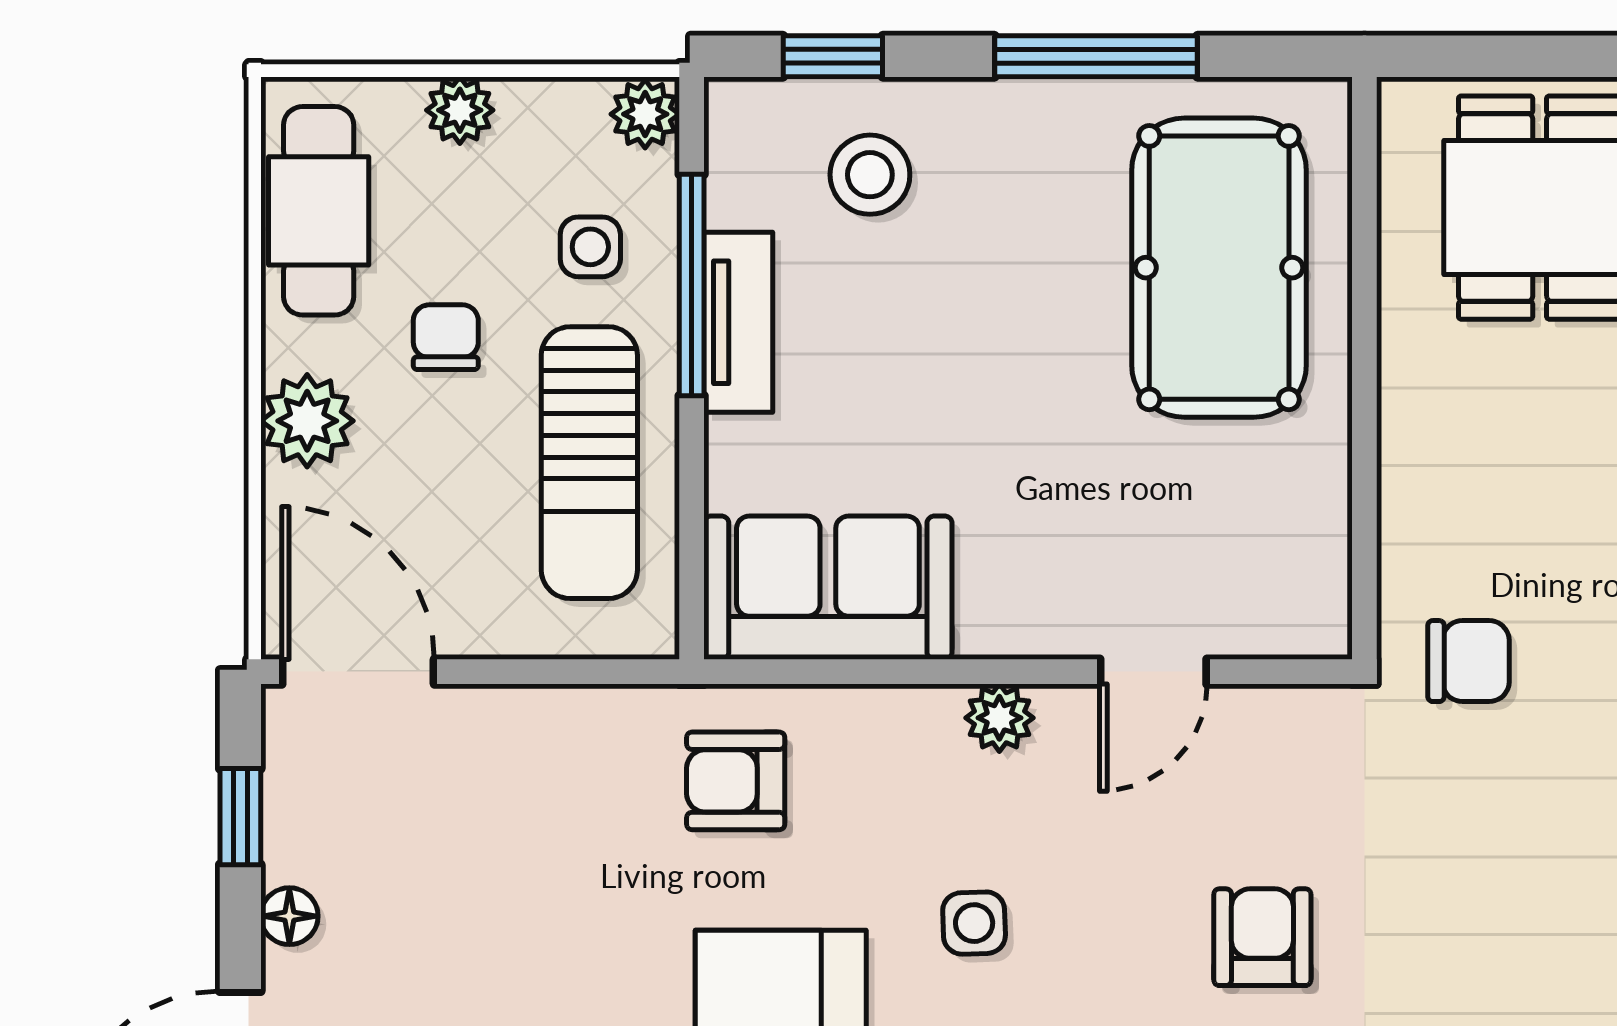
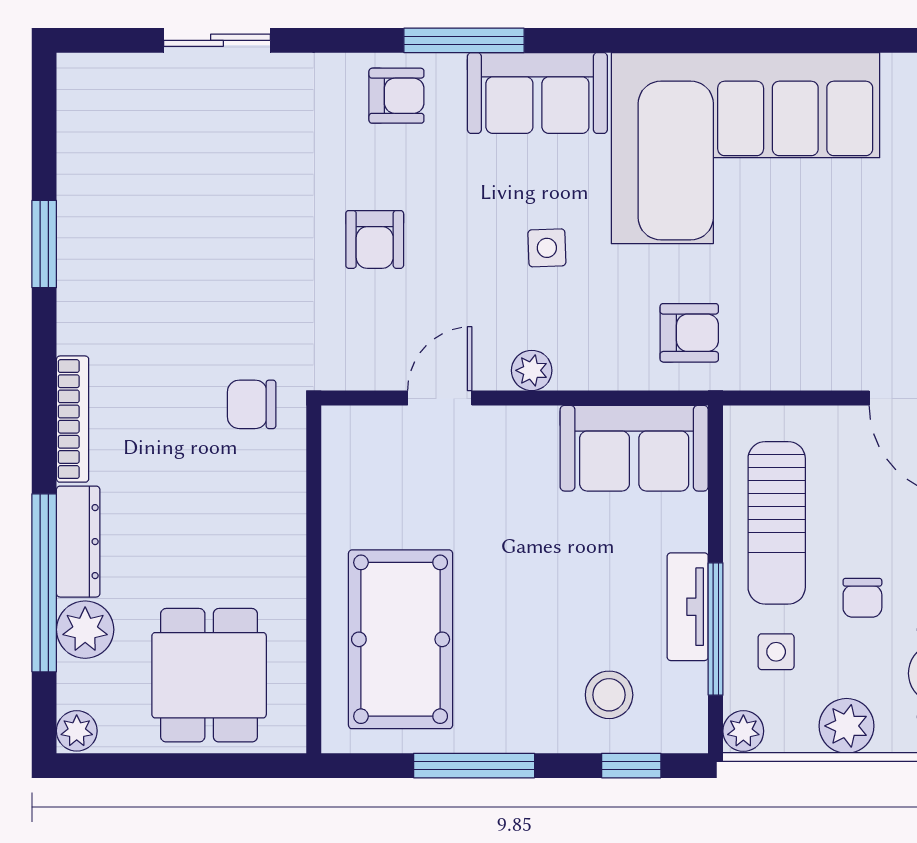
plant: (460, 110) -> (847, 726), width x1.38, depth x1.38
sun lounger: (589, 463) -> (777, 523), turned 180

